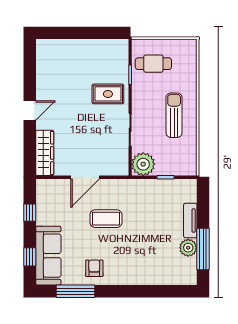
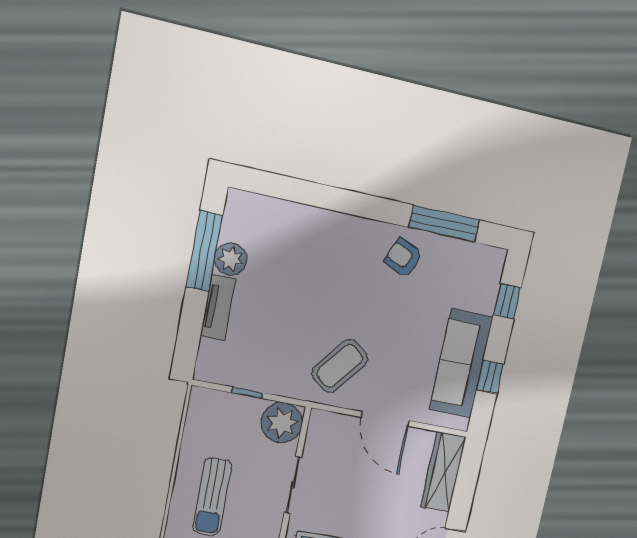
door: (85, 177) -> (385, 419), swing flipped
coffee table: (106, 219) -> (340, 366), moved, turned -52
sofa: (48, 256) -> (461, 364), moved
armchair: (94, 268) -> (403, 258), turned 113

